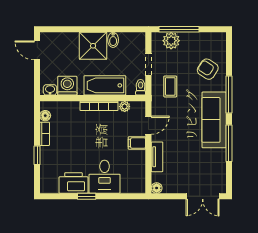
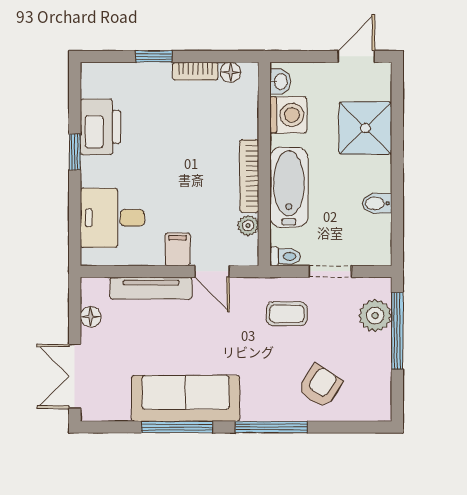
shower: (93, 46) -> (365, 128), moved
sofa: (214, 120) -> (186, 398), moved
tv unit: (157, 157) -> (151, 288), width x1.41
desk: (105, 177) -> (113, 218), moved
floor lamp: (157, 188) -> (91, 317), moved

